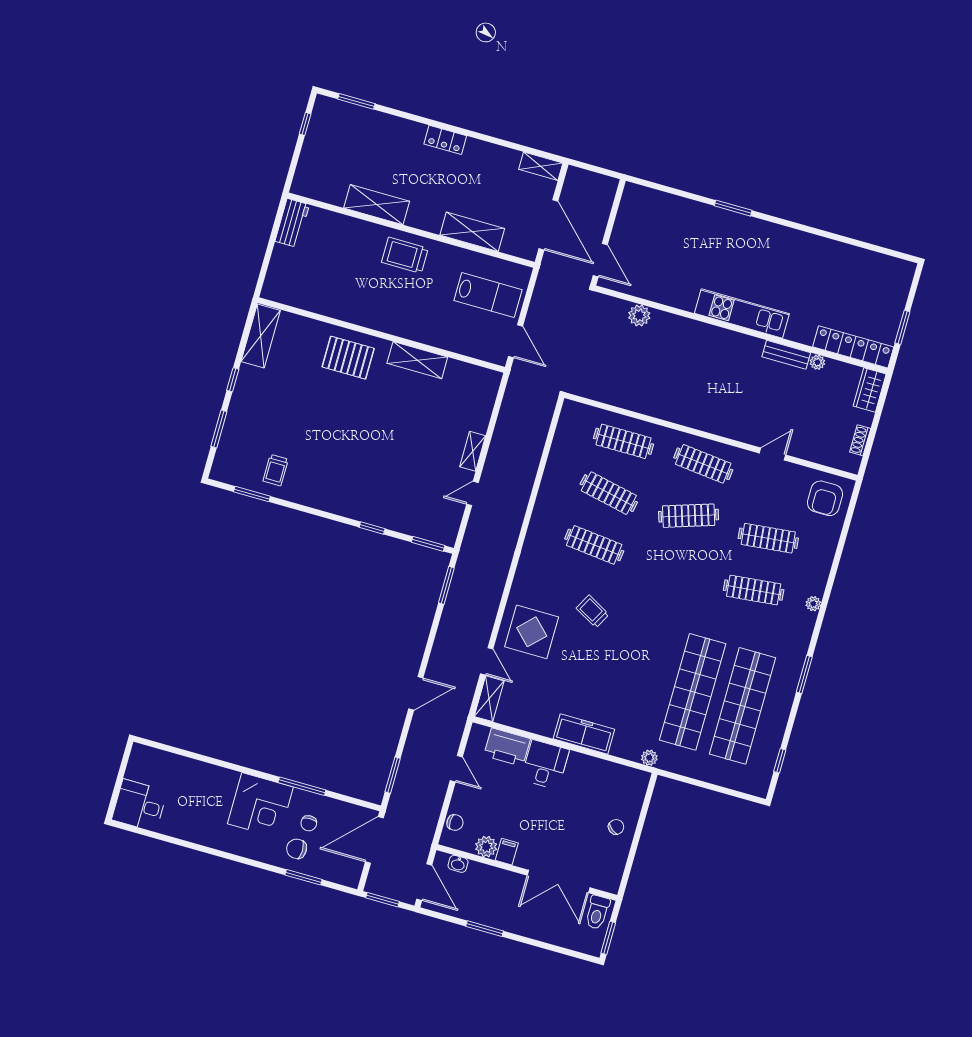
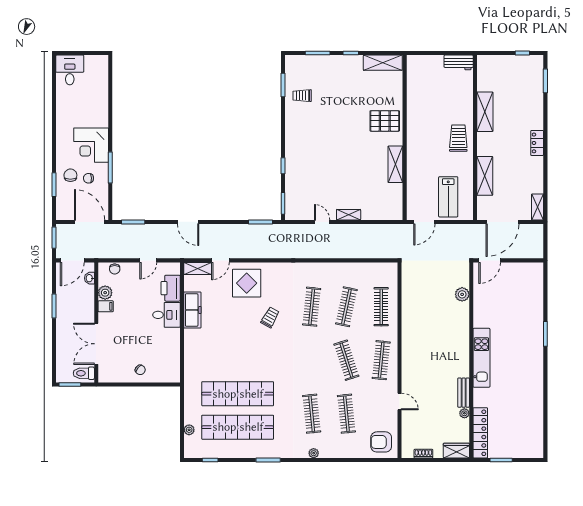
pallet: (348, 358) -> (385, 121), turned 90
freezer: (584, 734) -> (192, 310), moved
plant: (649, 758) -> (189, 430), moved

